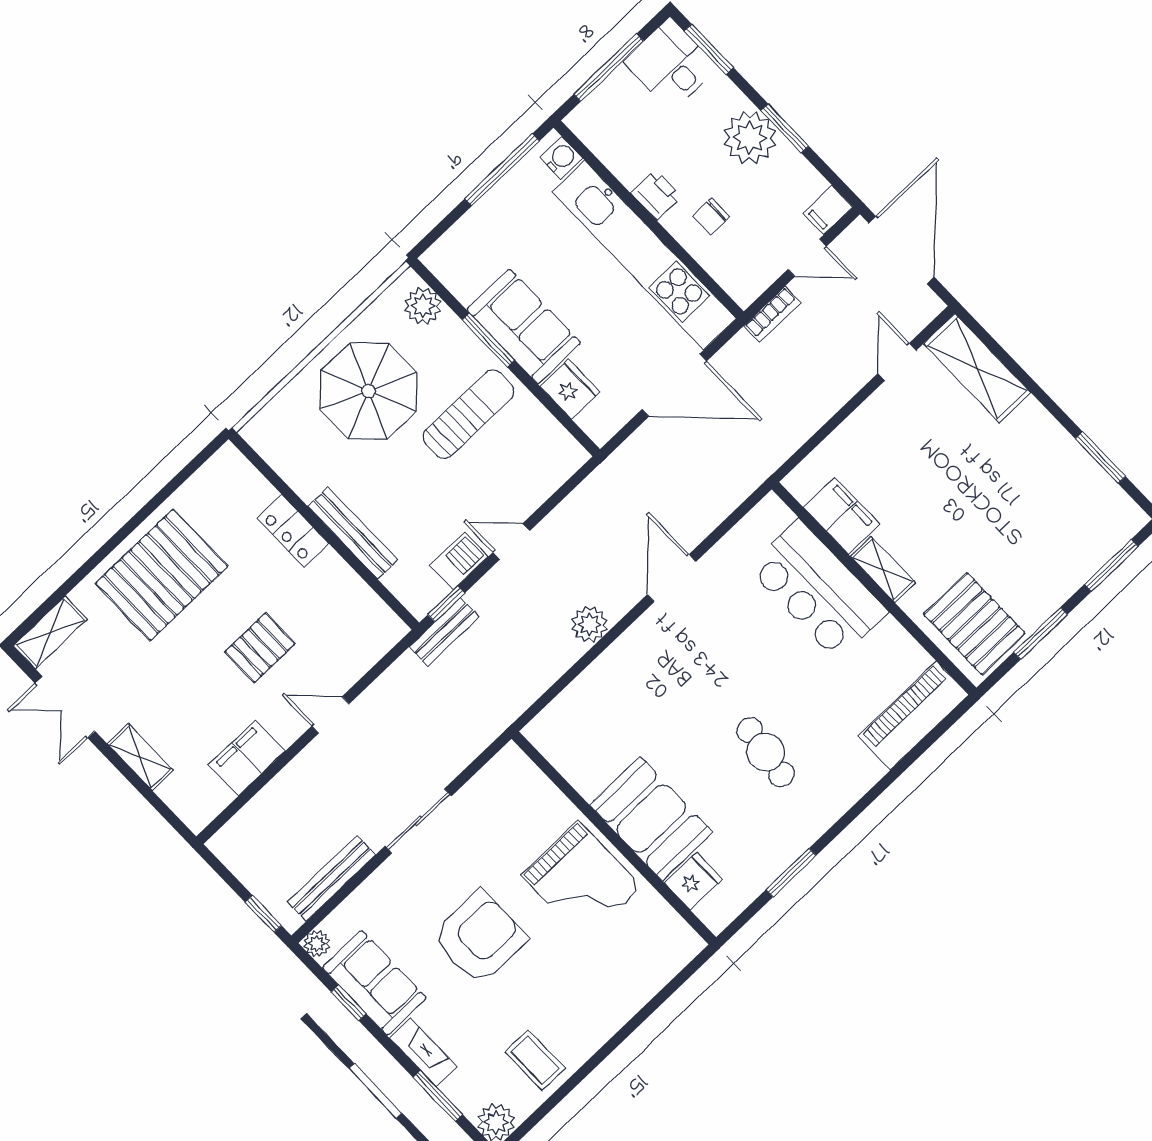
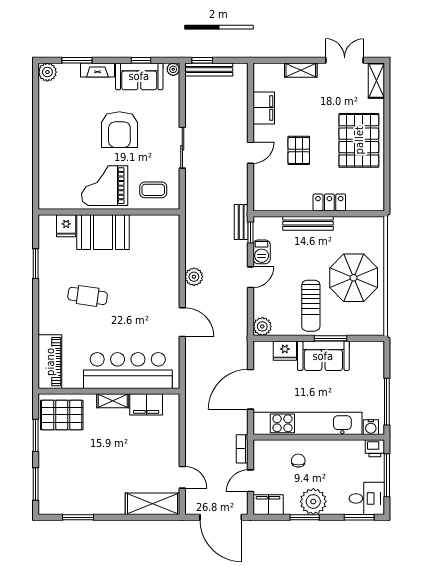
printer: (656, 195) -> (375, 448), moved
filing cabinet: (828, 210) -> (268, 505), width x2.00
plant: (423, 306) -> (262, 326), moved
bar counter: (818, 590) -> (128, 370), width x1.36
bench: (332, 878) -> (209, 69), moved, turned 90
coffee table: (535, 1060) -> (153, 190), moved

